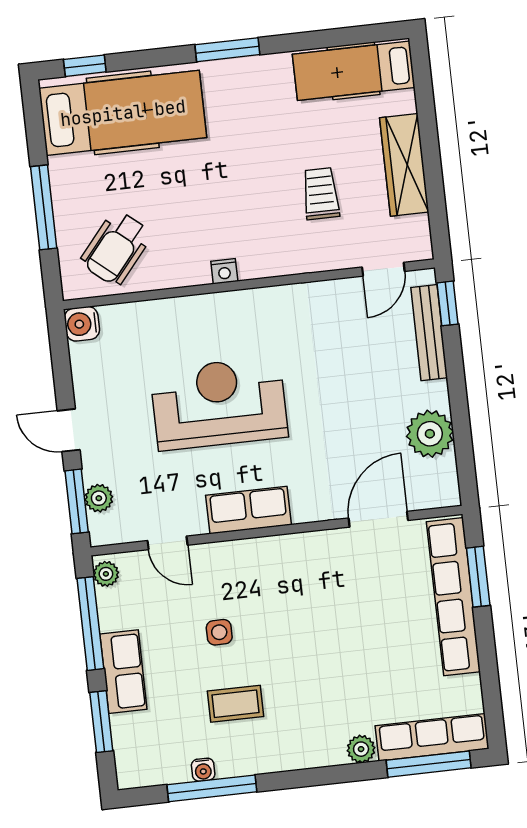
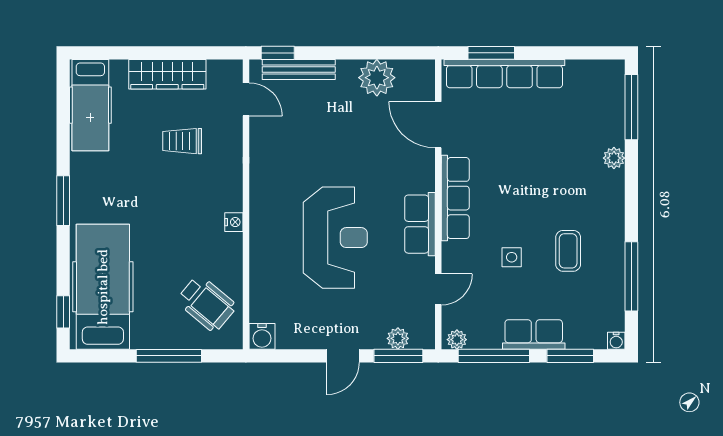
reception desk: (219, 404) -> (335, 238), turned 180
row of seats: (432, 737) -> (455, 198), moved, turned 180
water cooler: (203, 770) -> (616, 341), moved, turned 90

